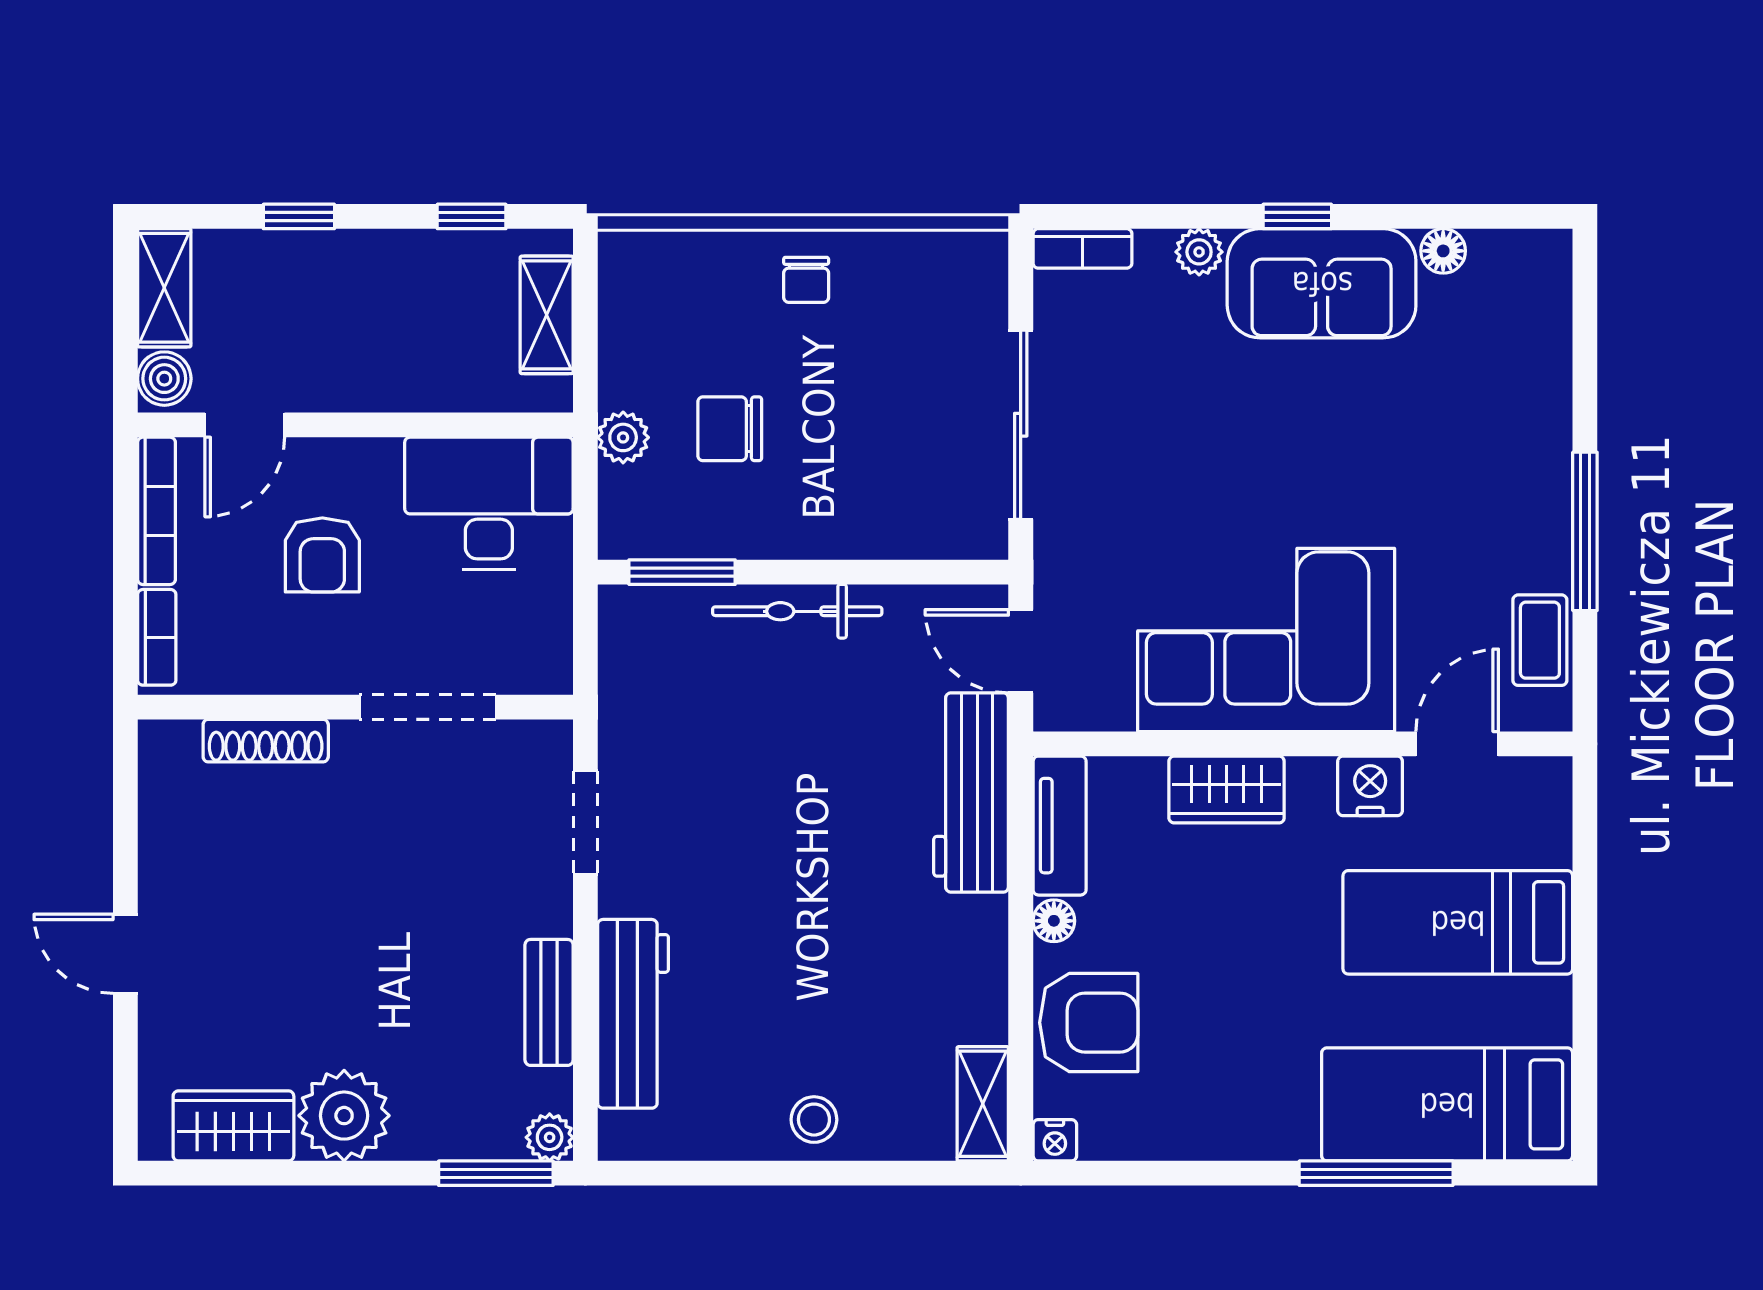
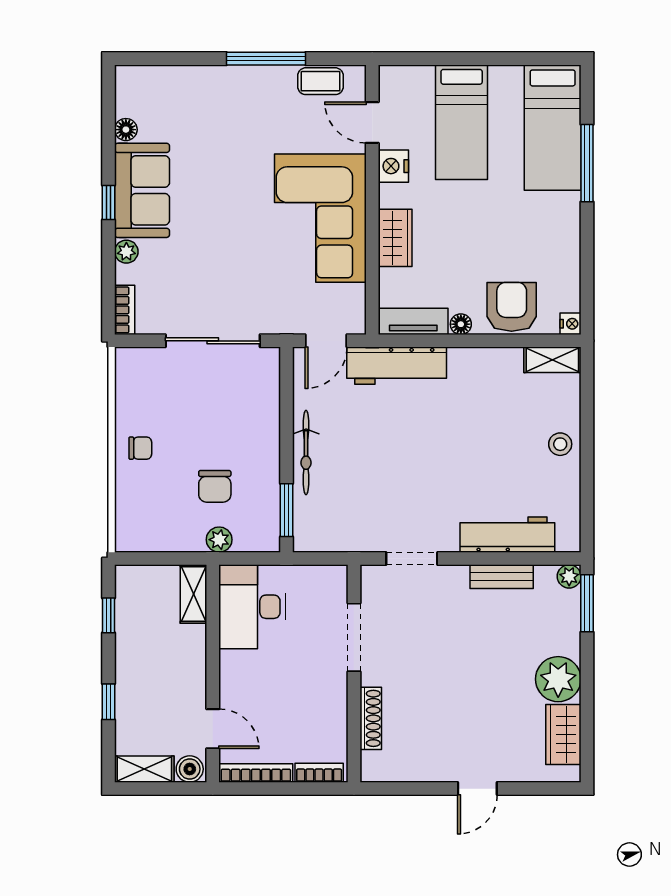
shelving: (547, 315) -> (194, 594), moved, turned 90
armchair: (322, 555) -> (278, 690), removed

